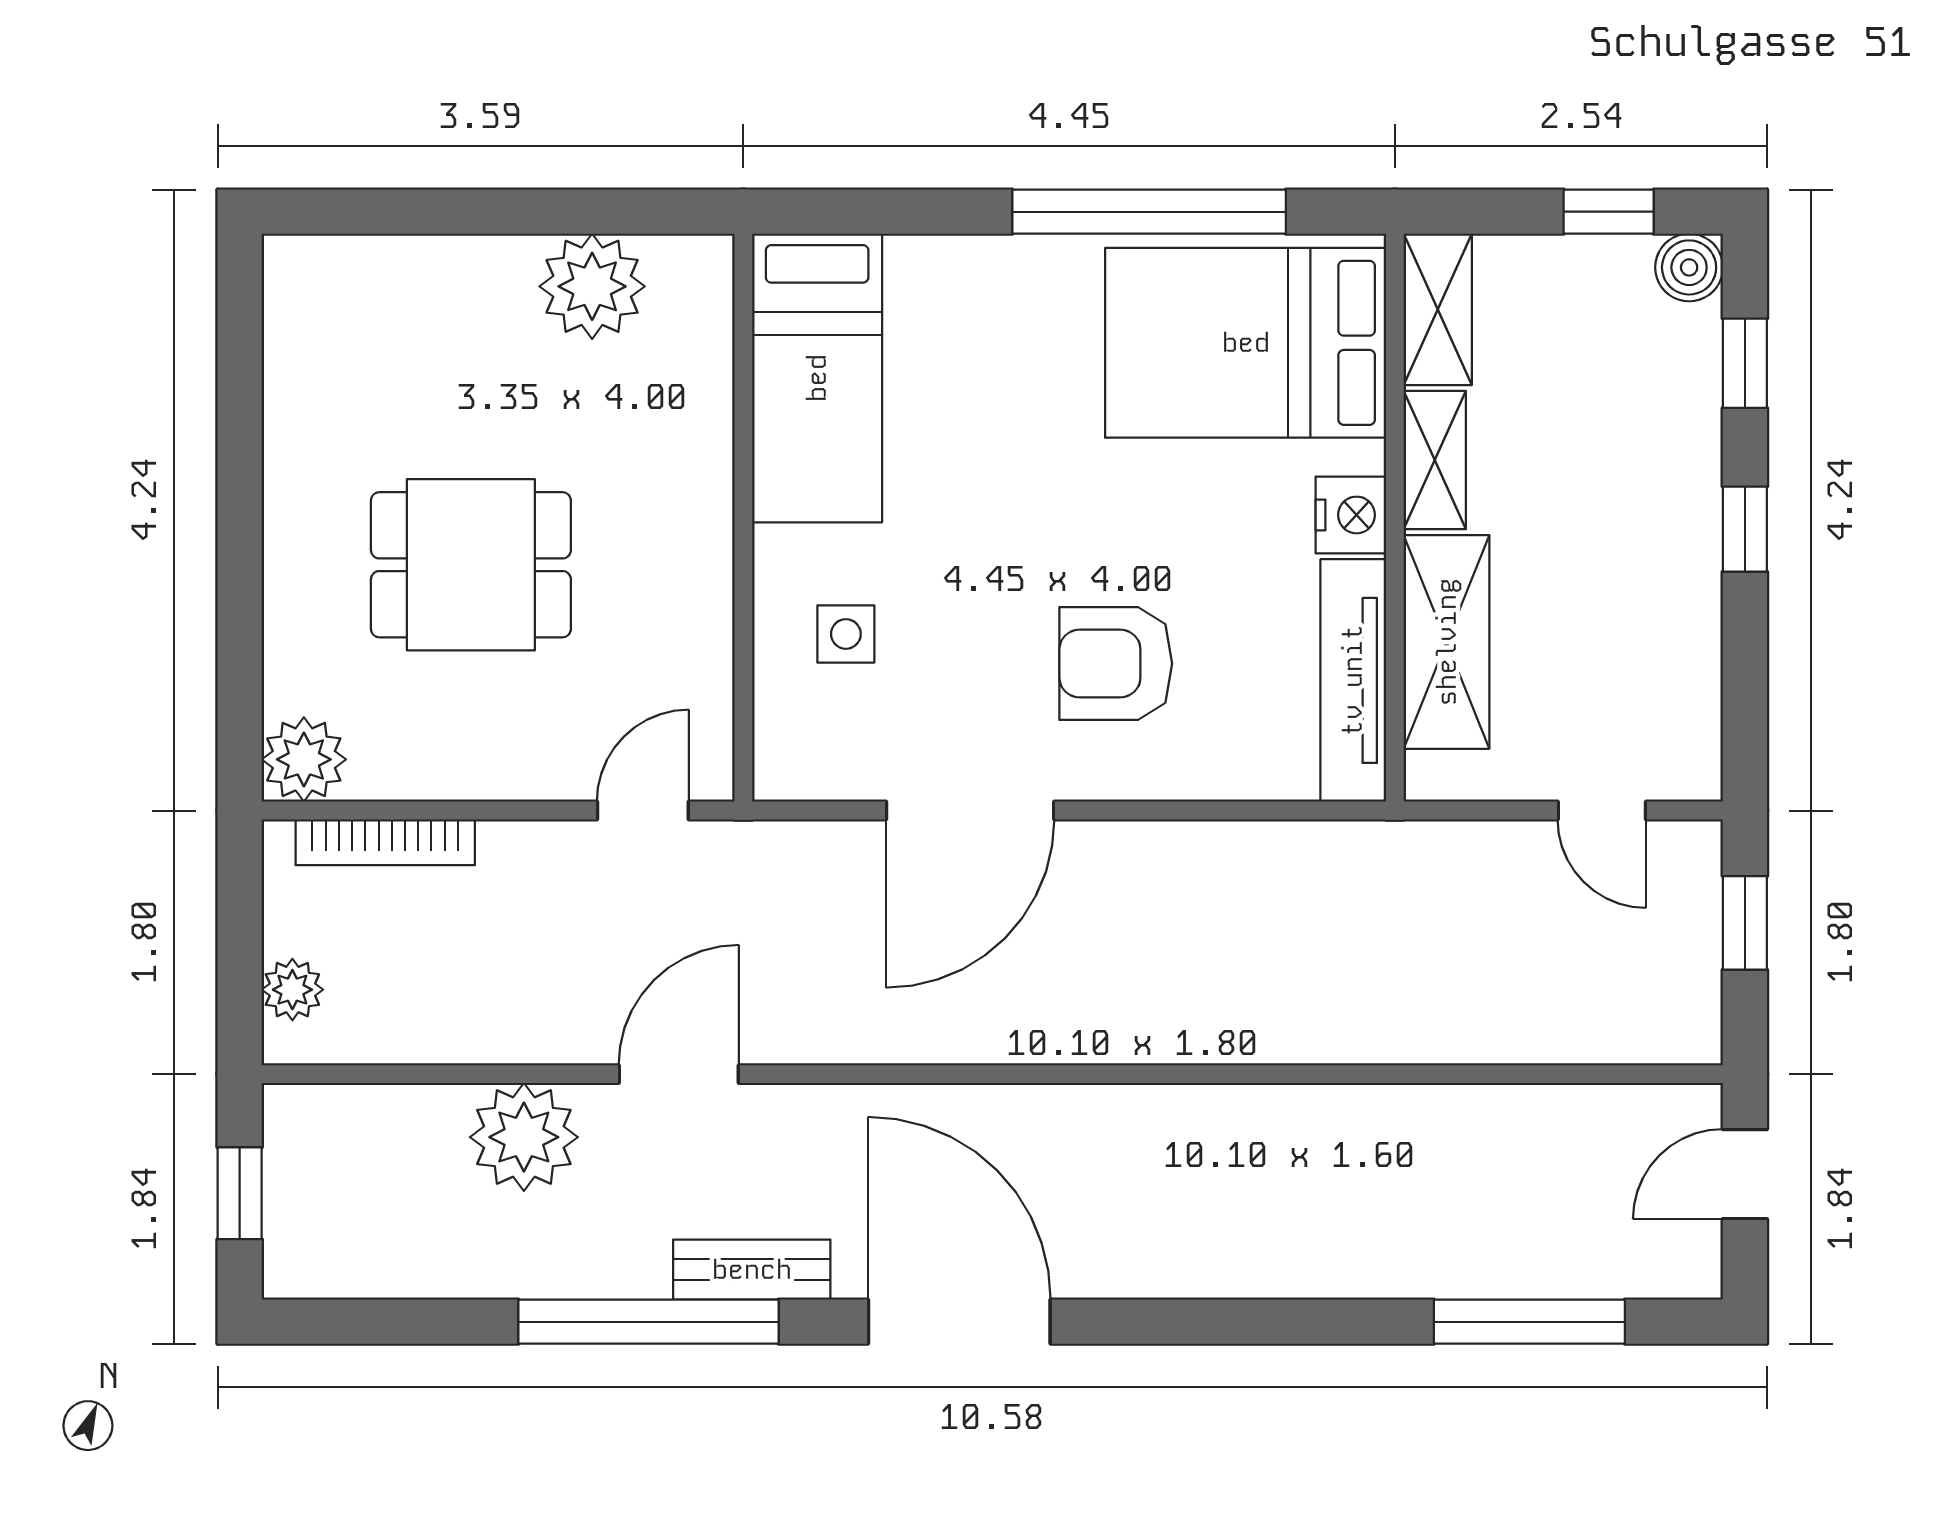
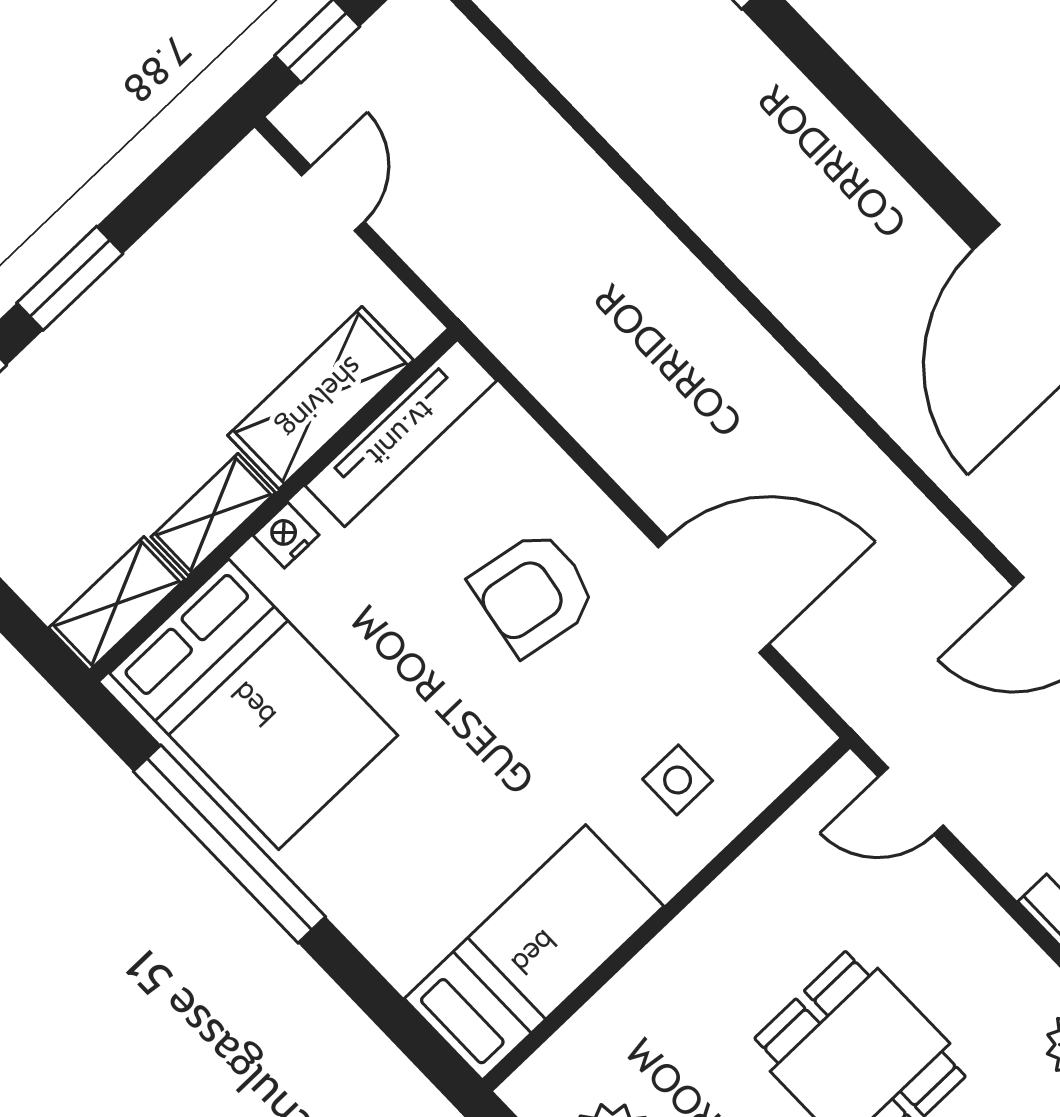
nightstand: (1351, 515) -> (286, 535), width x0.72, depth x0.74
window: (1745, 529) -> (70, 278), width x1.50
armchair: (1116, 664) -> (534, 593), turned 100

